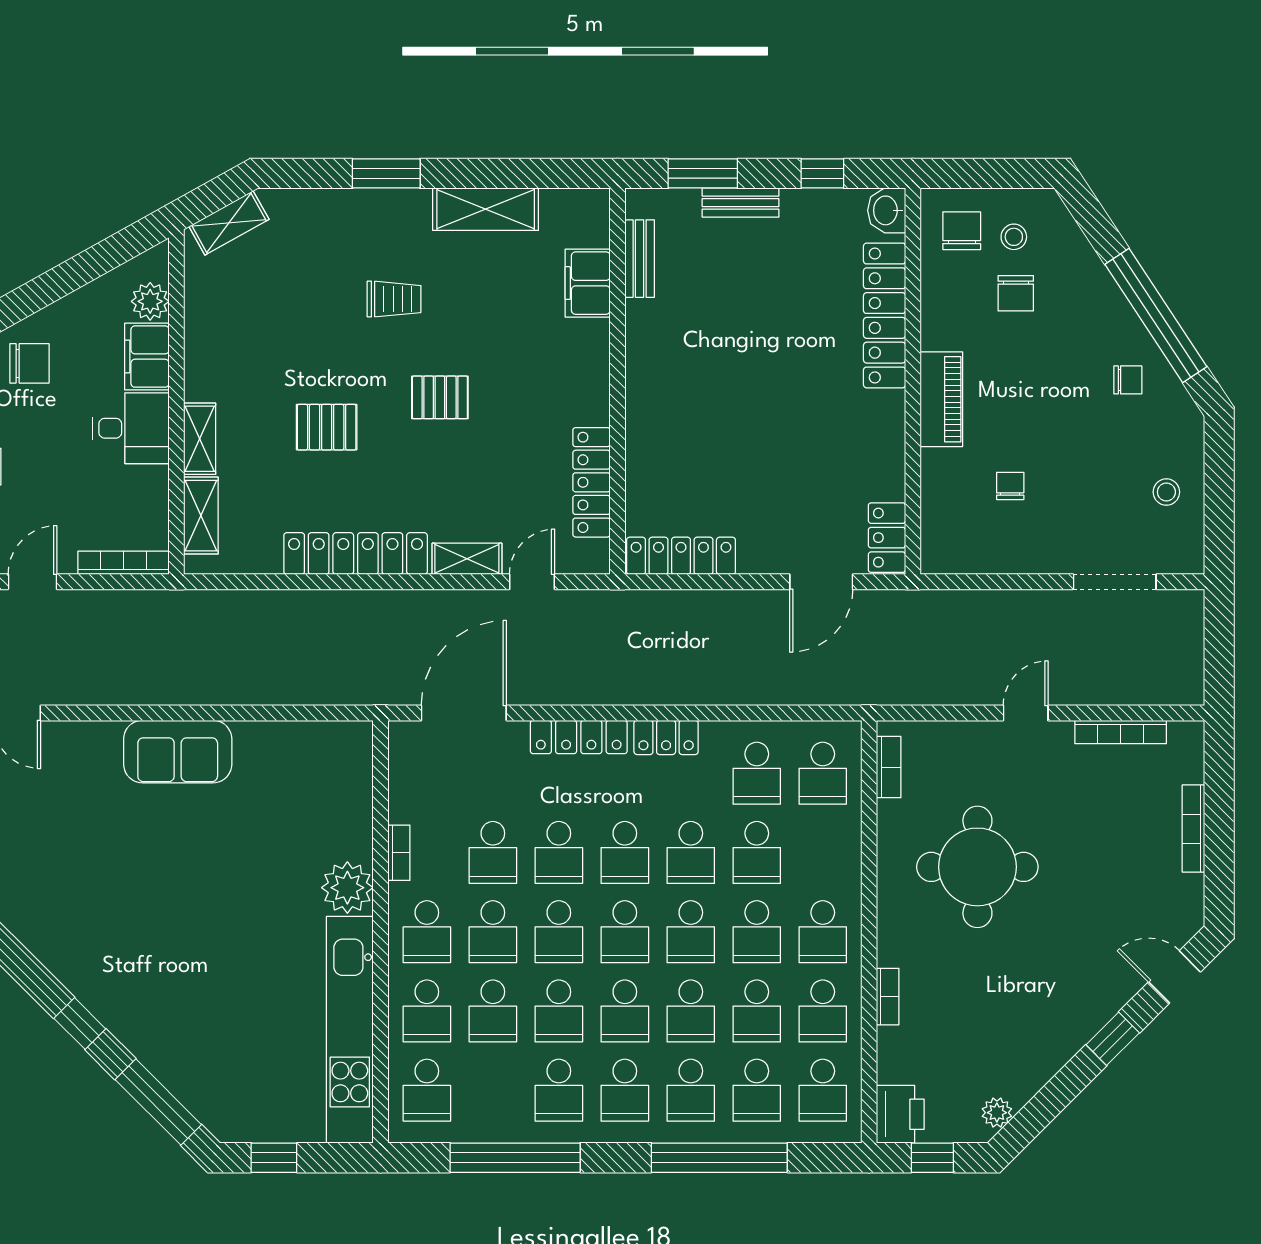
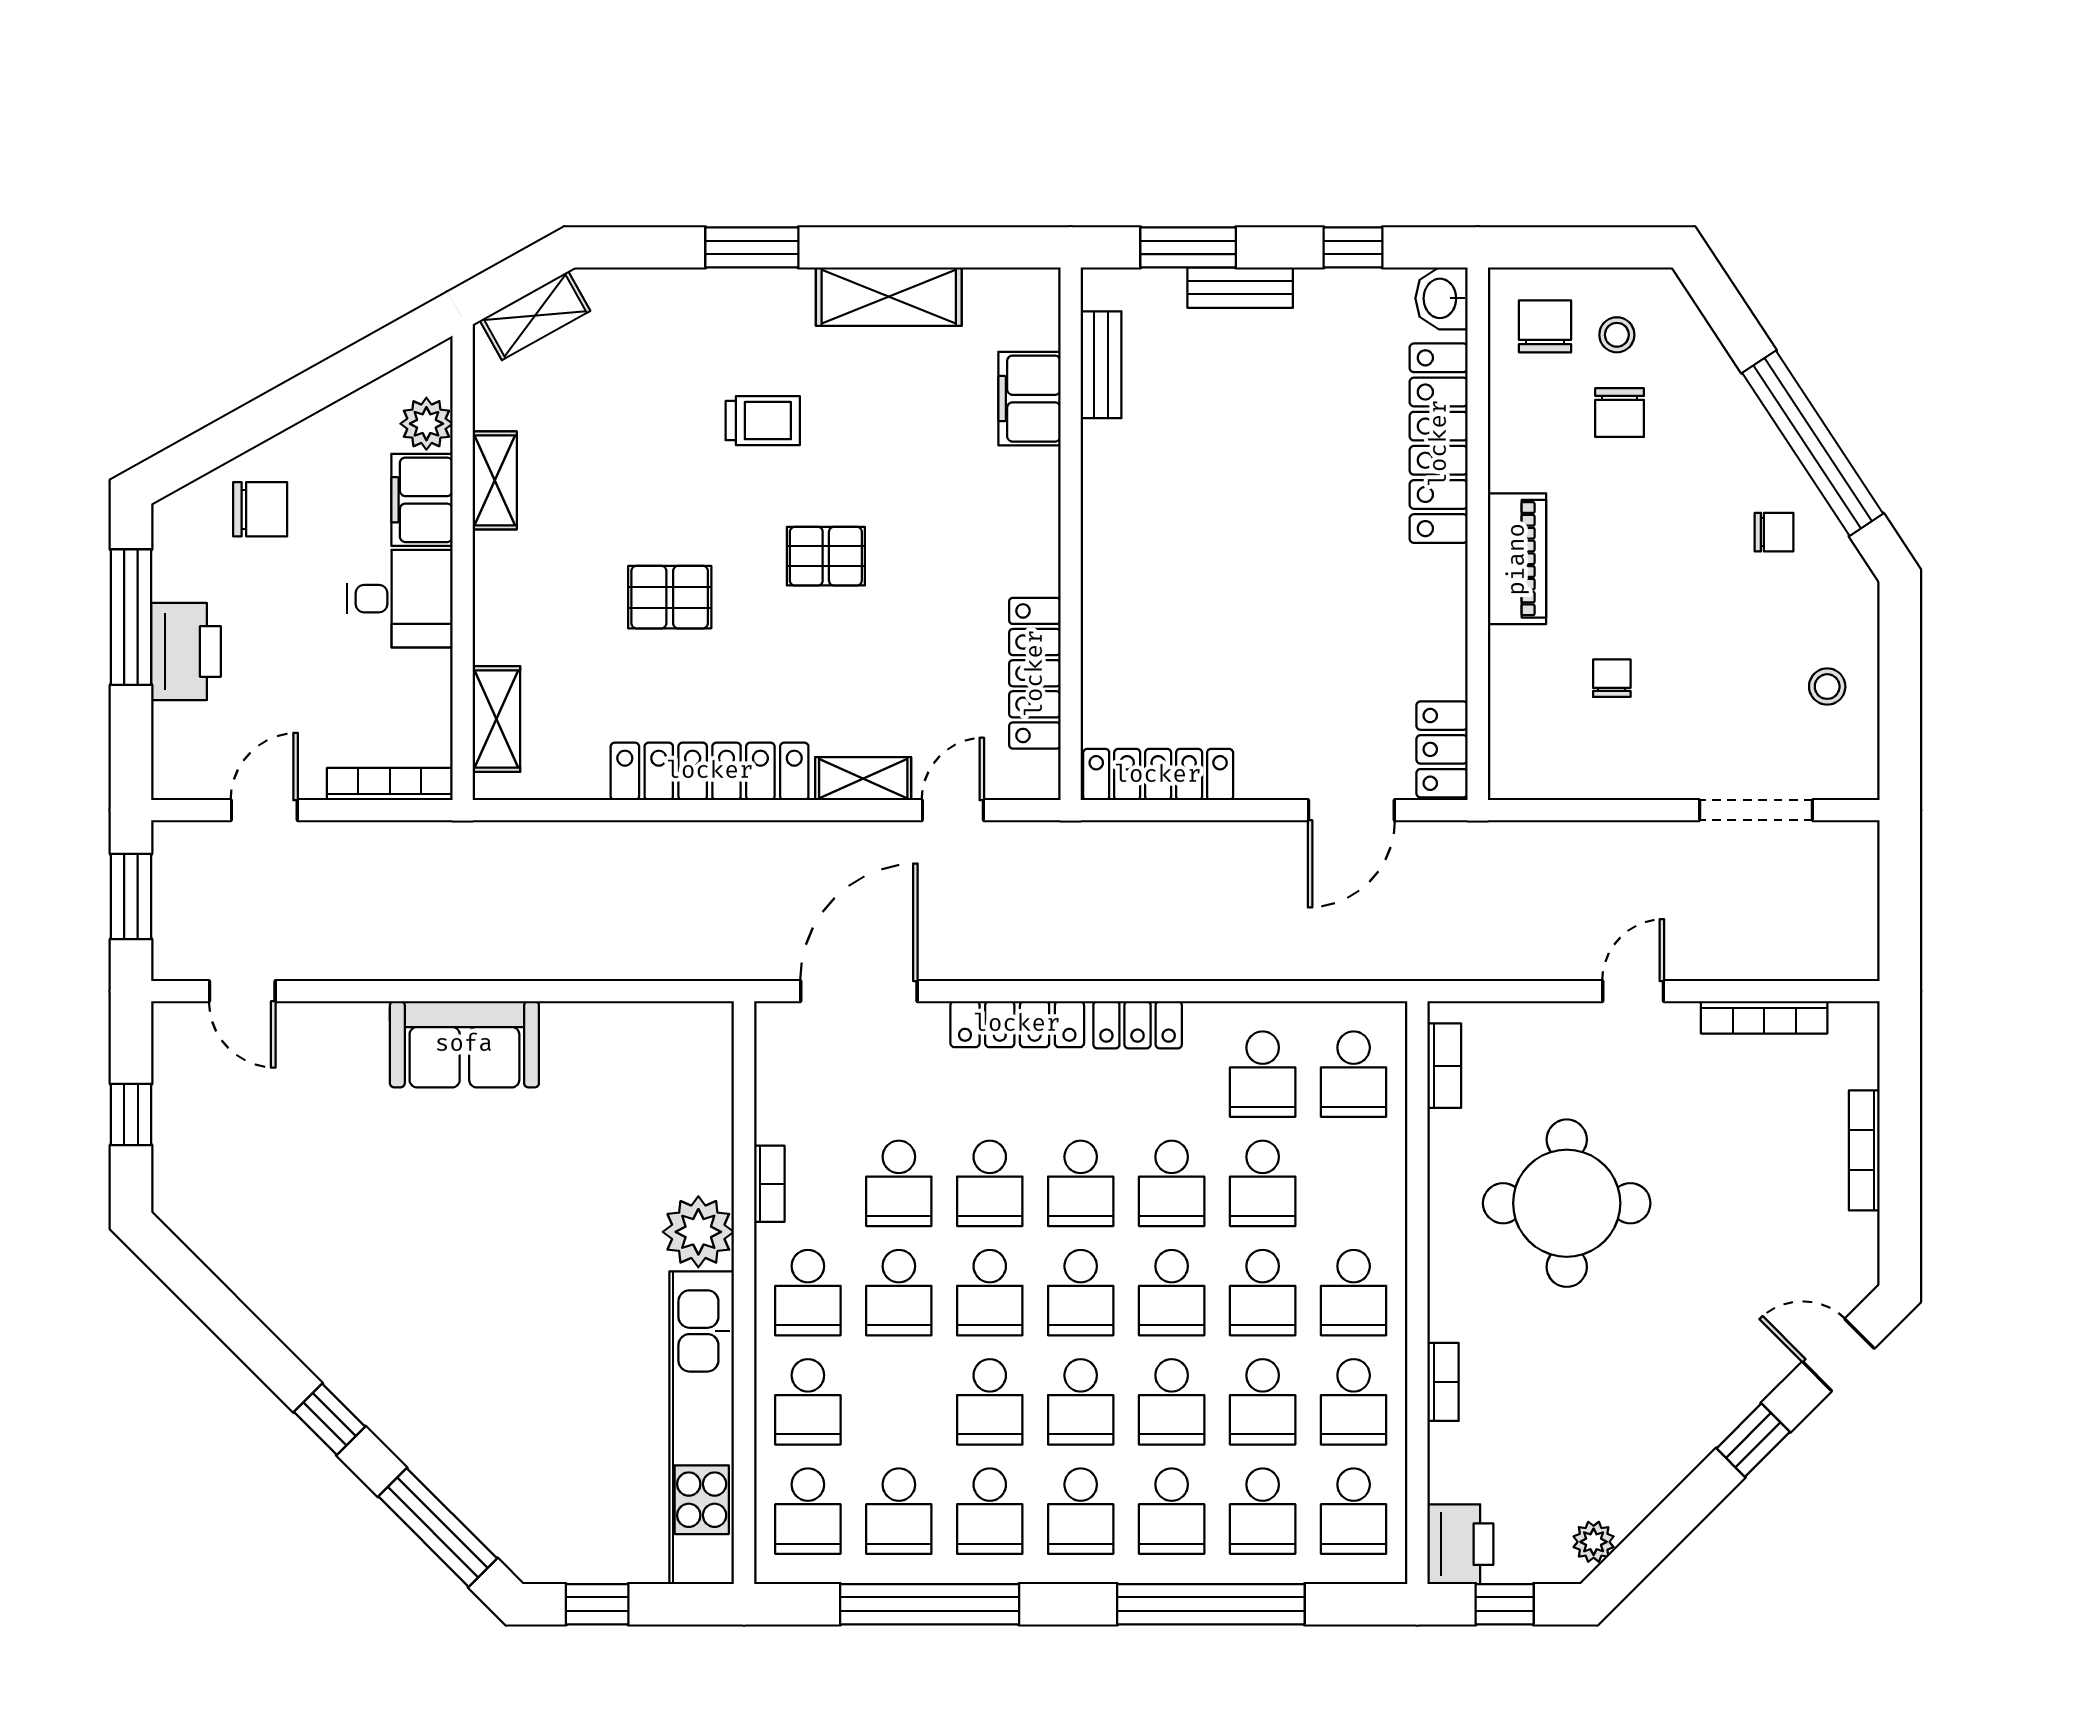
shelving: (200, 439) -> (495, 480), moved
school desk: (493, 1011) -> (899, 1511), moved

